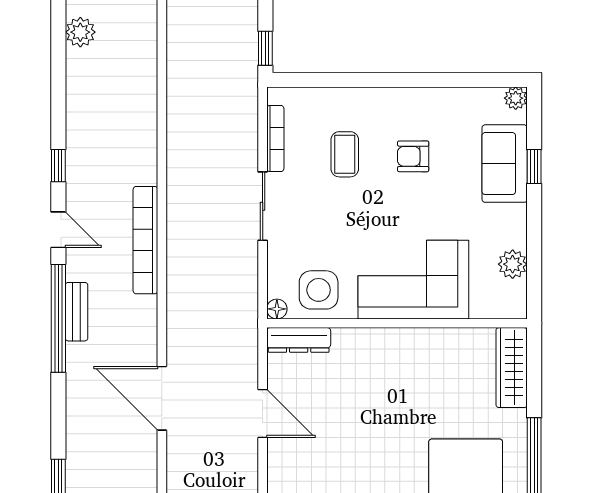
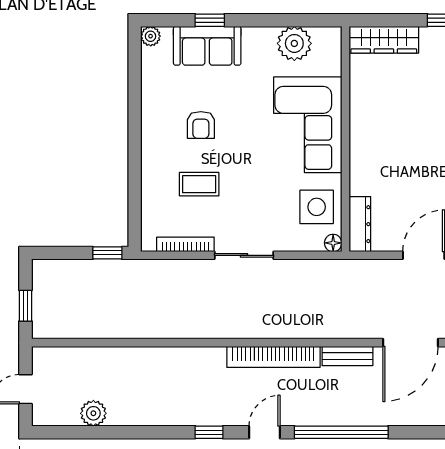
plant: (513, 264) -> (294, 43), width x1.36, depth x1.36
bench: (77, 312) -> (347, 356), moved

